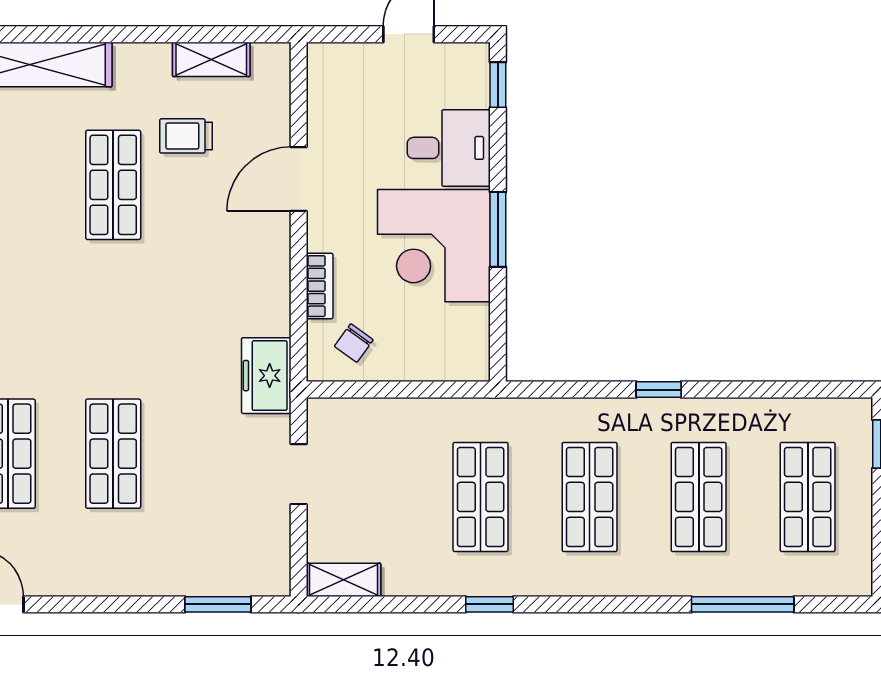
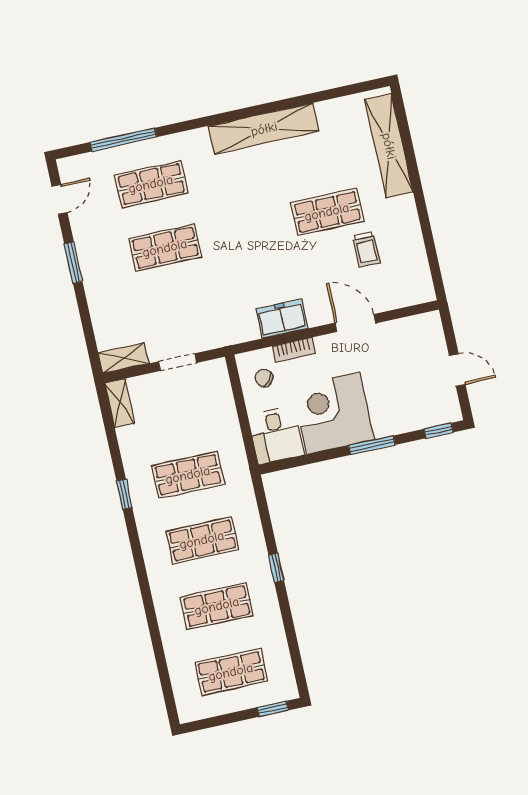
shelving: (211, 59) -> (124, 358), moved, turned 90
trolley: (186, 136) -> (366, 249), turned 180
desk: (449, 148) -> (276, 435), moved
window: (498, 229) -> (372, 445), moved
freezer: (266, 376) -> (282, 319), moved
window: (218, 604) -> (73, 263), moved
window: (743, 604) -> (158, 647), removed

